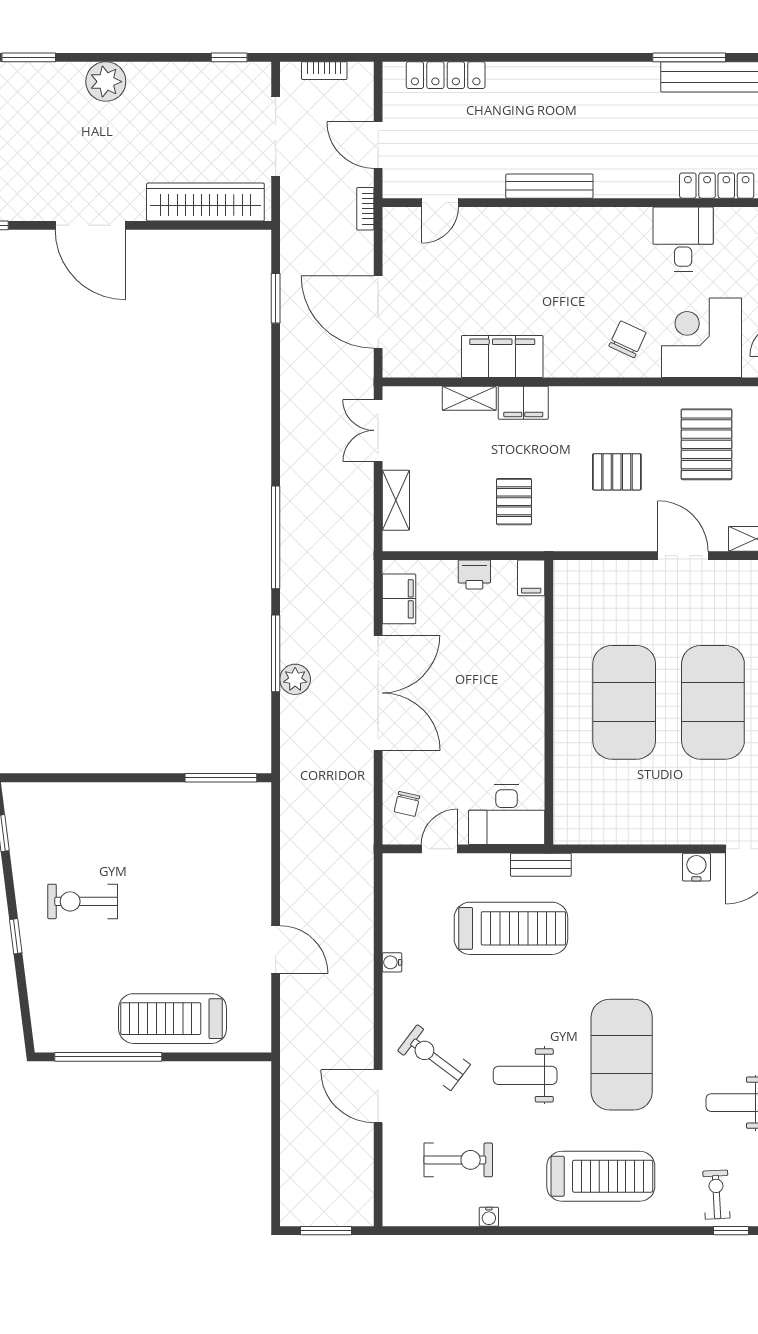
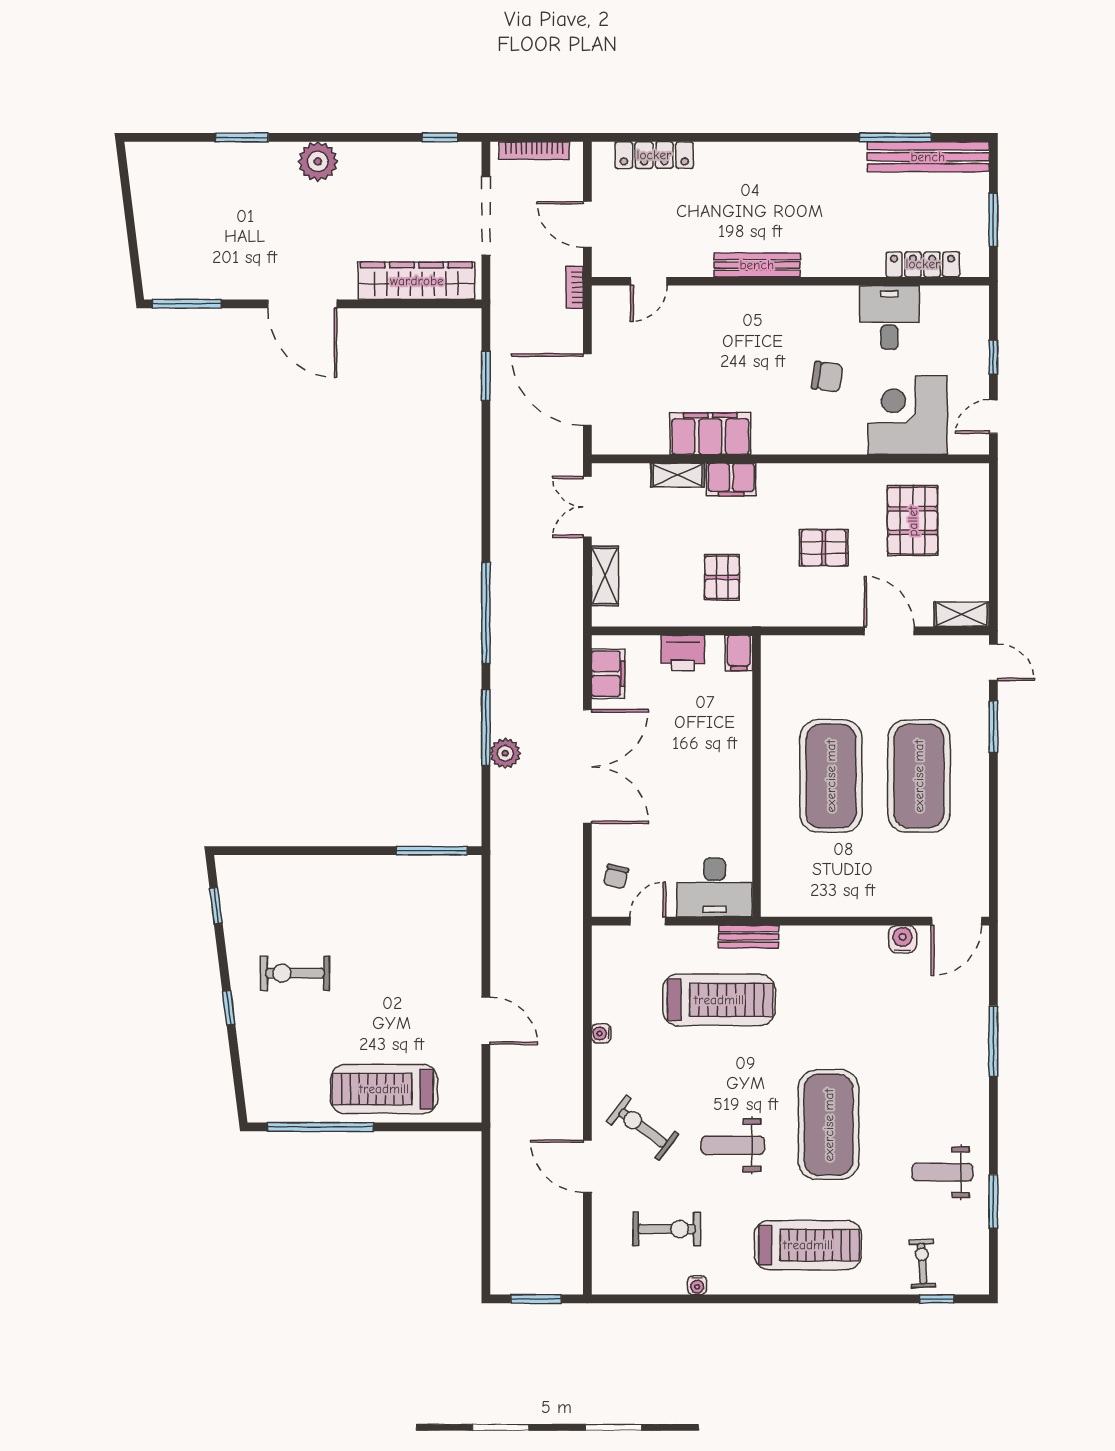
bookcase: (324, 71) -> (534, 151), width x1.56
chair: (627, 339) -> (827, 377), moved, turned 73
printer: (474, 574) -> (683, 653), width x1.36, depth x1.24

